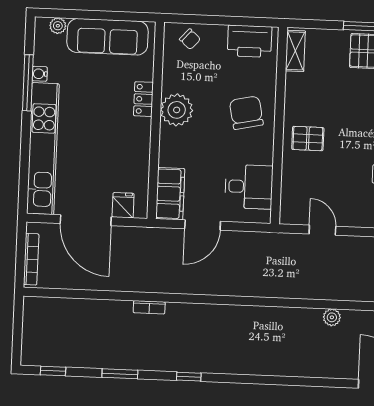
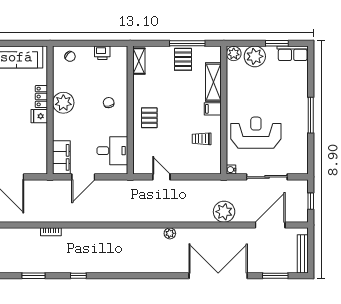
printer: (250, 41) -> (102, 53), width x0.53, depth x0.68
chair: (246, 113) -> (109, 103), width x0.54, depth x0.54
pallet: (308, 139) -> (149, 118), turned 90
fridge: (123, 205) -> (39, 116), moved, turned -90

